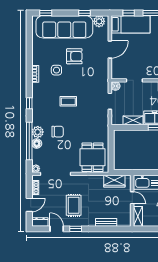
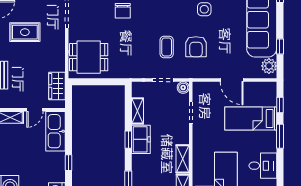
bed: (130, 24) -> (251, 119), moved, turned 90
armchair: (74, 56) -> (196, 47), moved
coffee table: (68, 101) -> (167, 47), moved

